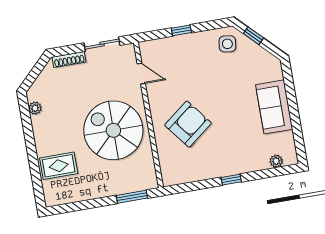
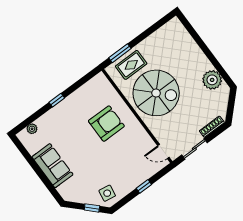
door: (141, 74) -> (163, 151), moved
plant: (35, 108) -> (212, 80), width x1.88, depth x1.88
armchair: (188, 124) -> (106, 124), turned -142
rug: (59, 166) -> (131, 65), moved

